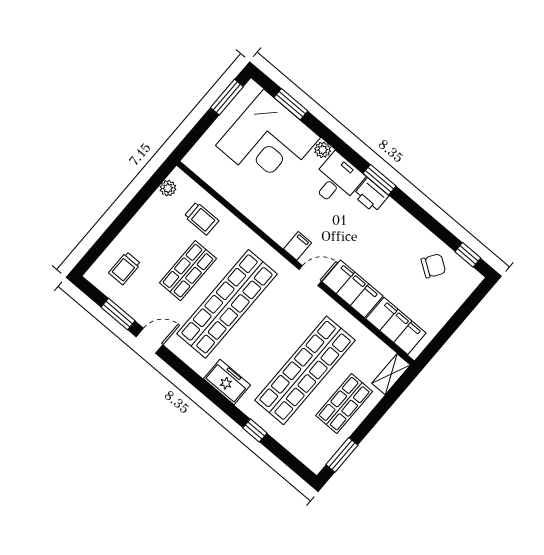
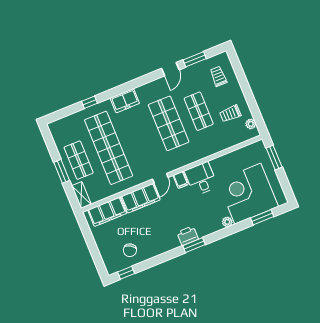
window: (227, 97) -> (274, 158), moved
desk: (337, 180) -> (201, 179), moved, turned 180
trolley: (201, 218) -> (230, 114), moved
shop shelf: (227, 304) -> (169, 123), width x0.71
window: (342, 455) -> (62, 171), moved

